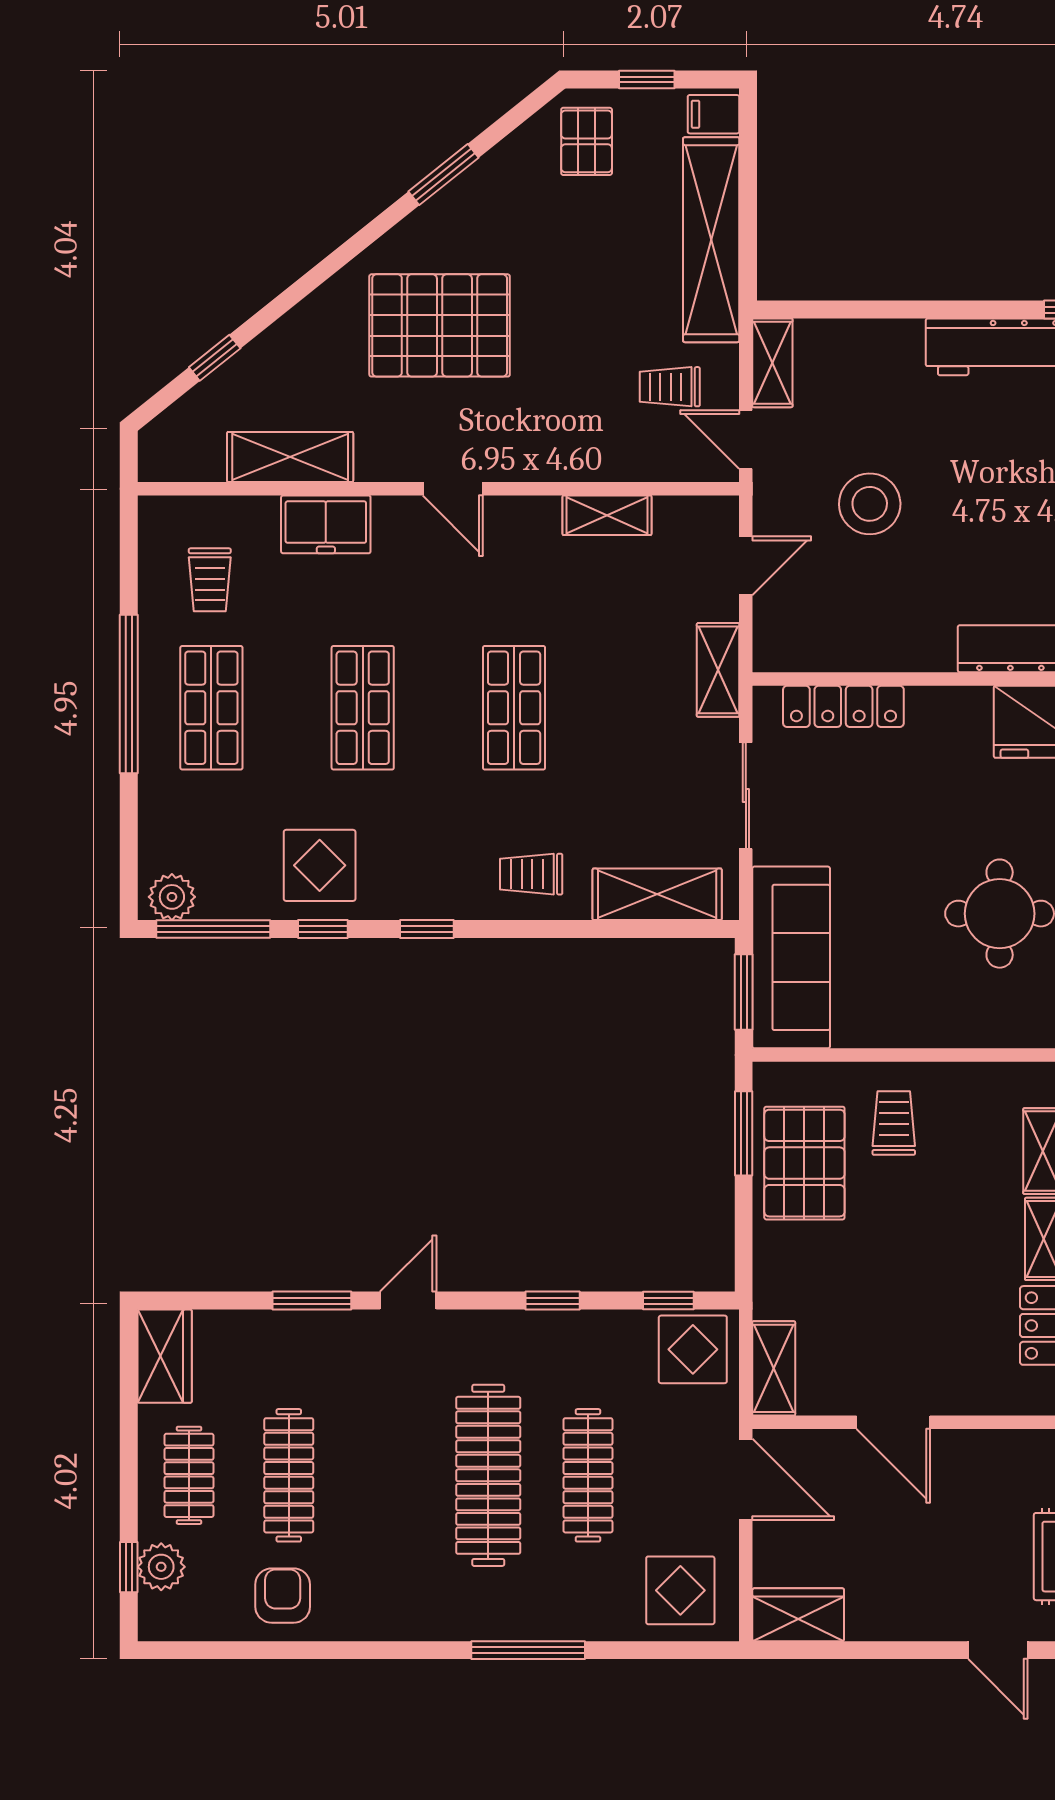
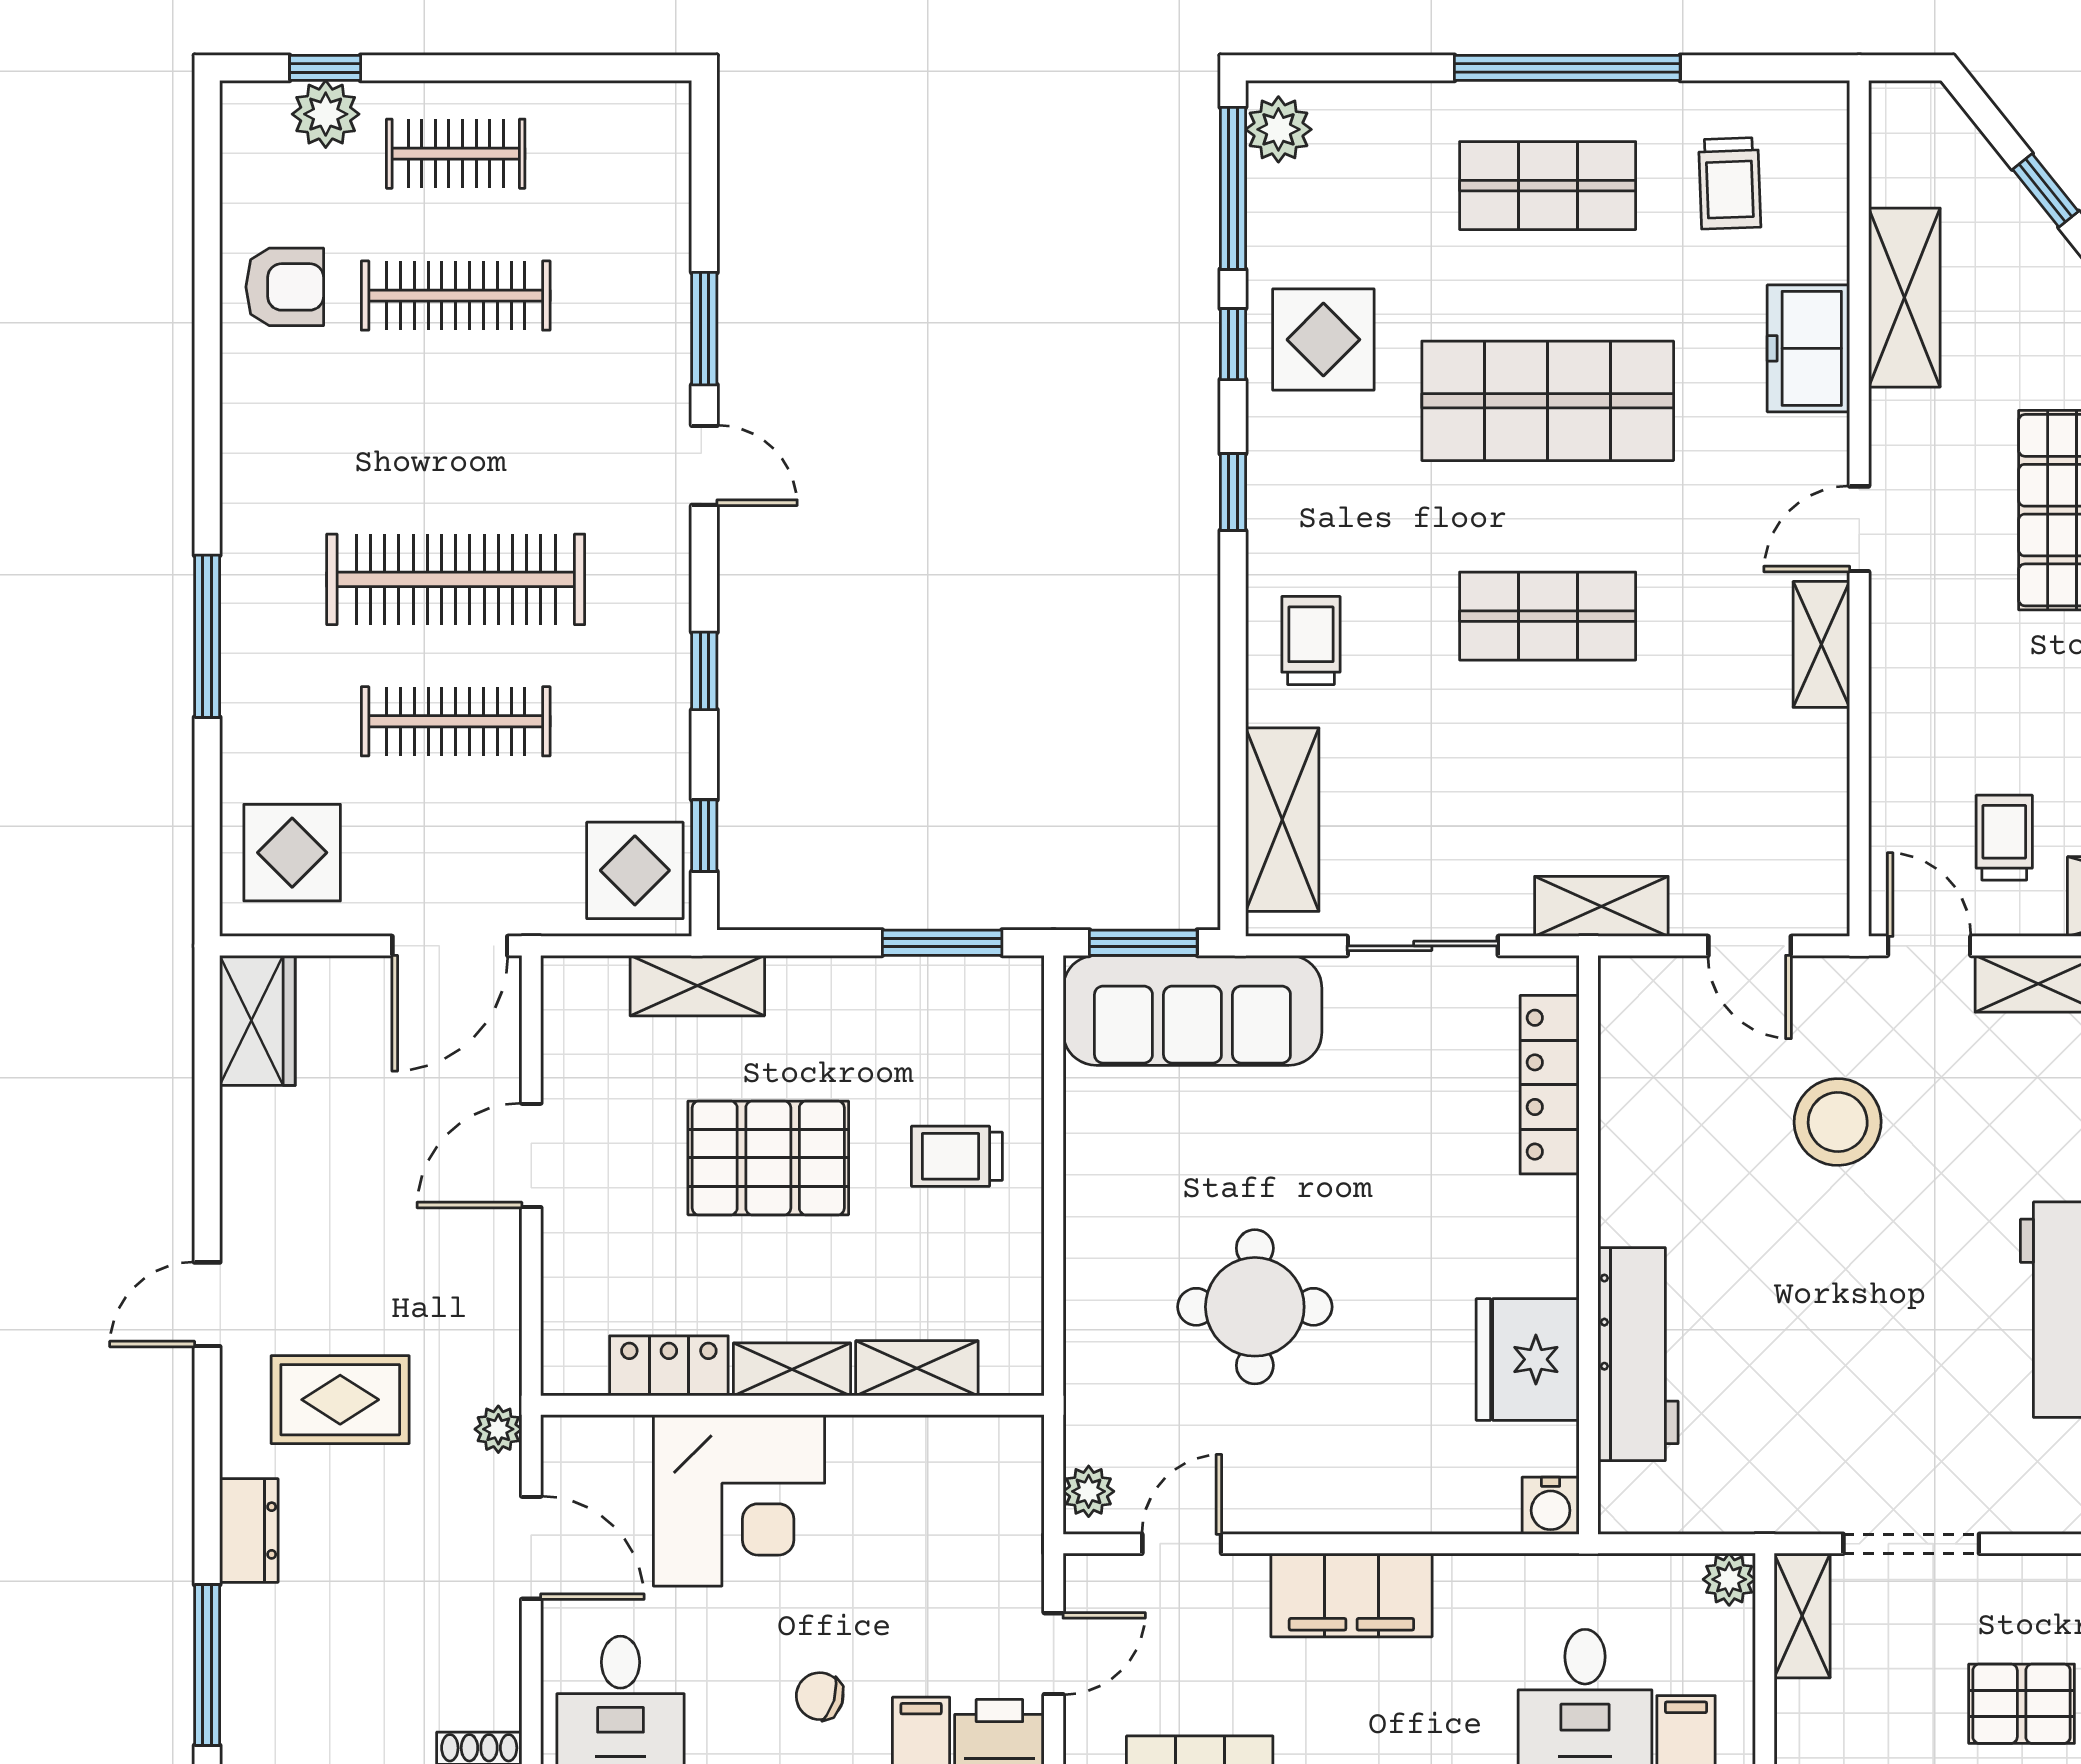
door: (746, 440) -> (1929, 946), hinge flipped
shelving: (607, 515) -> (1821, 644), moved
trolley: (210, 580) -> (1730, 183), turned -92
shop shelf: (363, 708) -> (1548, 401), width x1.43, depth x1.36
trolley: (894, 1123) -> (957, 1156), turned 180
pallet: (804, 1163) -> (768, 1158), moved
wardrobe: (165, 1356) -> (625, 119), removed
shelving: (774, 1368) -> (697, 986), moved

